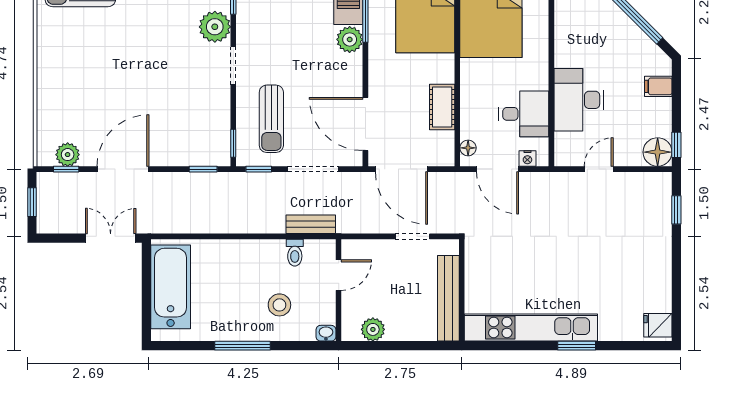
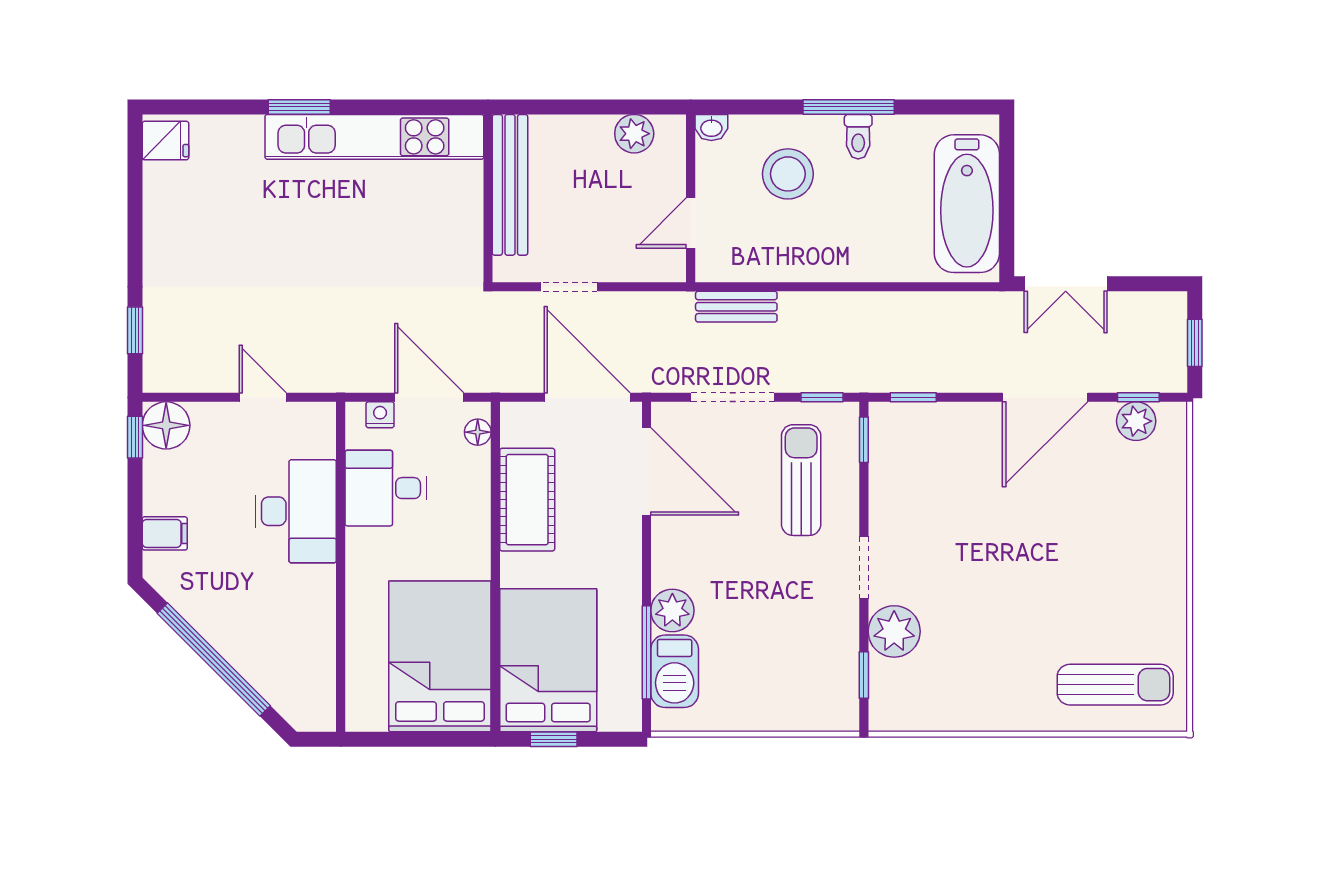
cot: (442, 107) -> (527, 500), width x1.37, depth x1.34
door: (599, 169) -> (263, 397), swing flipped
toilet: (295, 253) -> (858, 137), moved, turned 180
stool: (279, 305) -> (788, 174), width x1.38, depth x1.38

